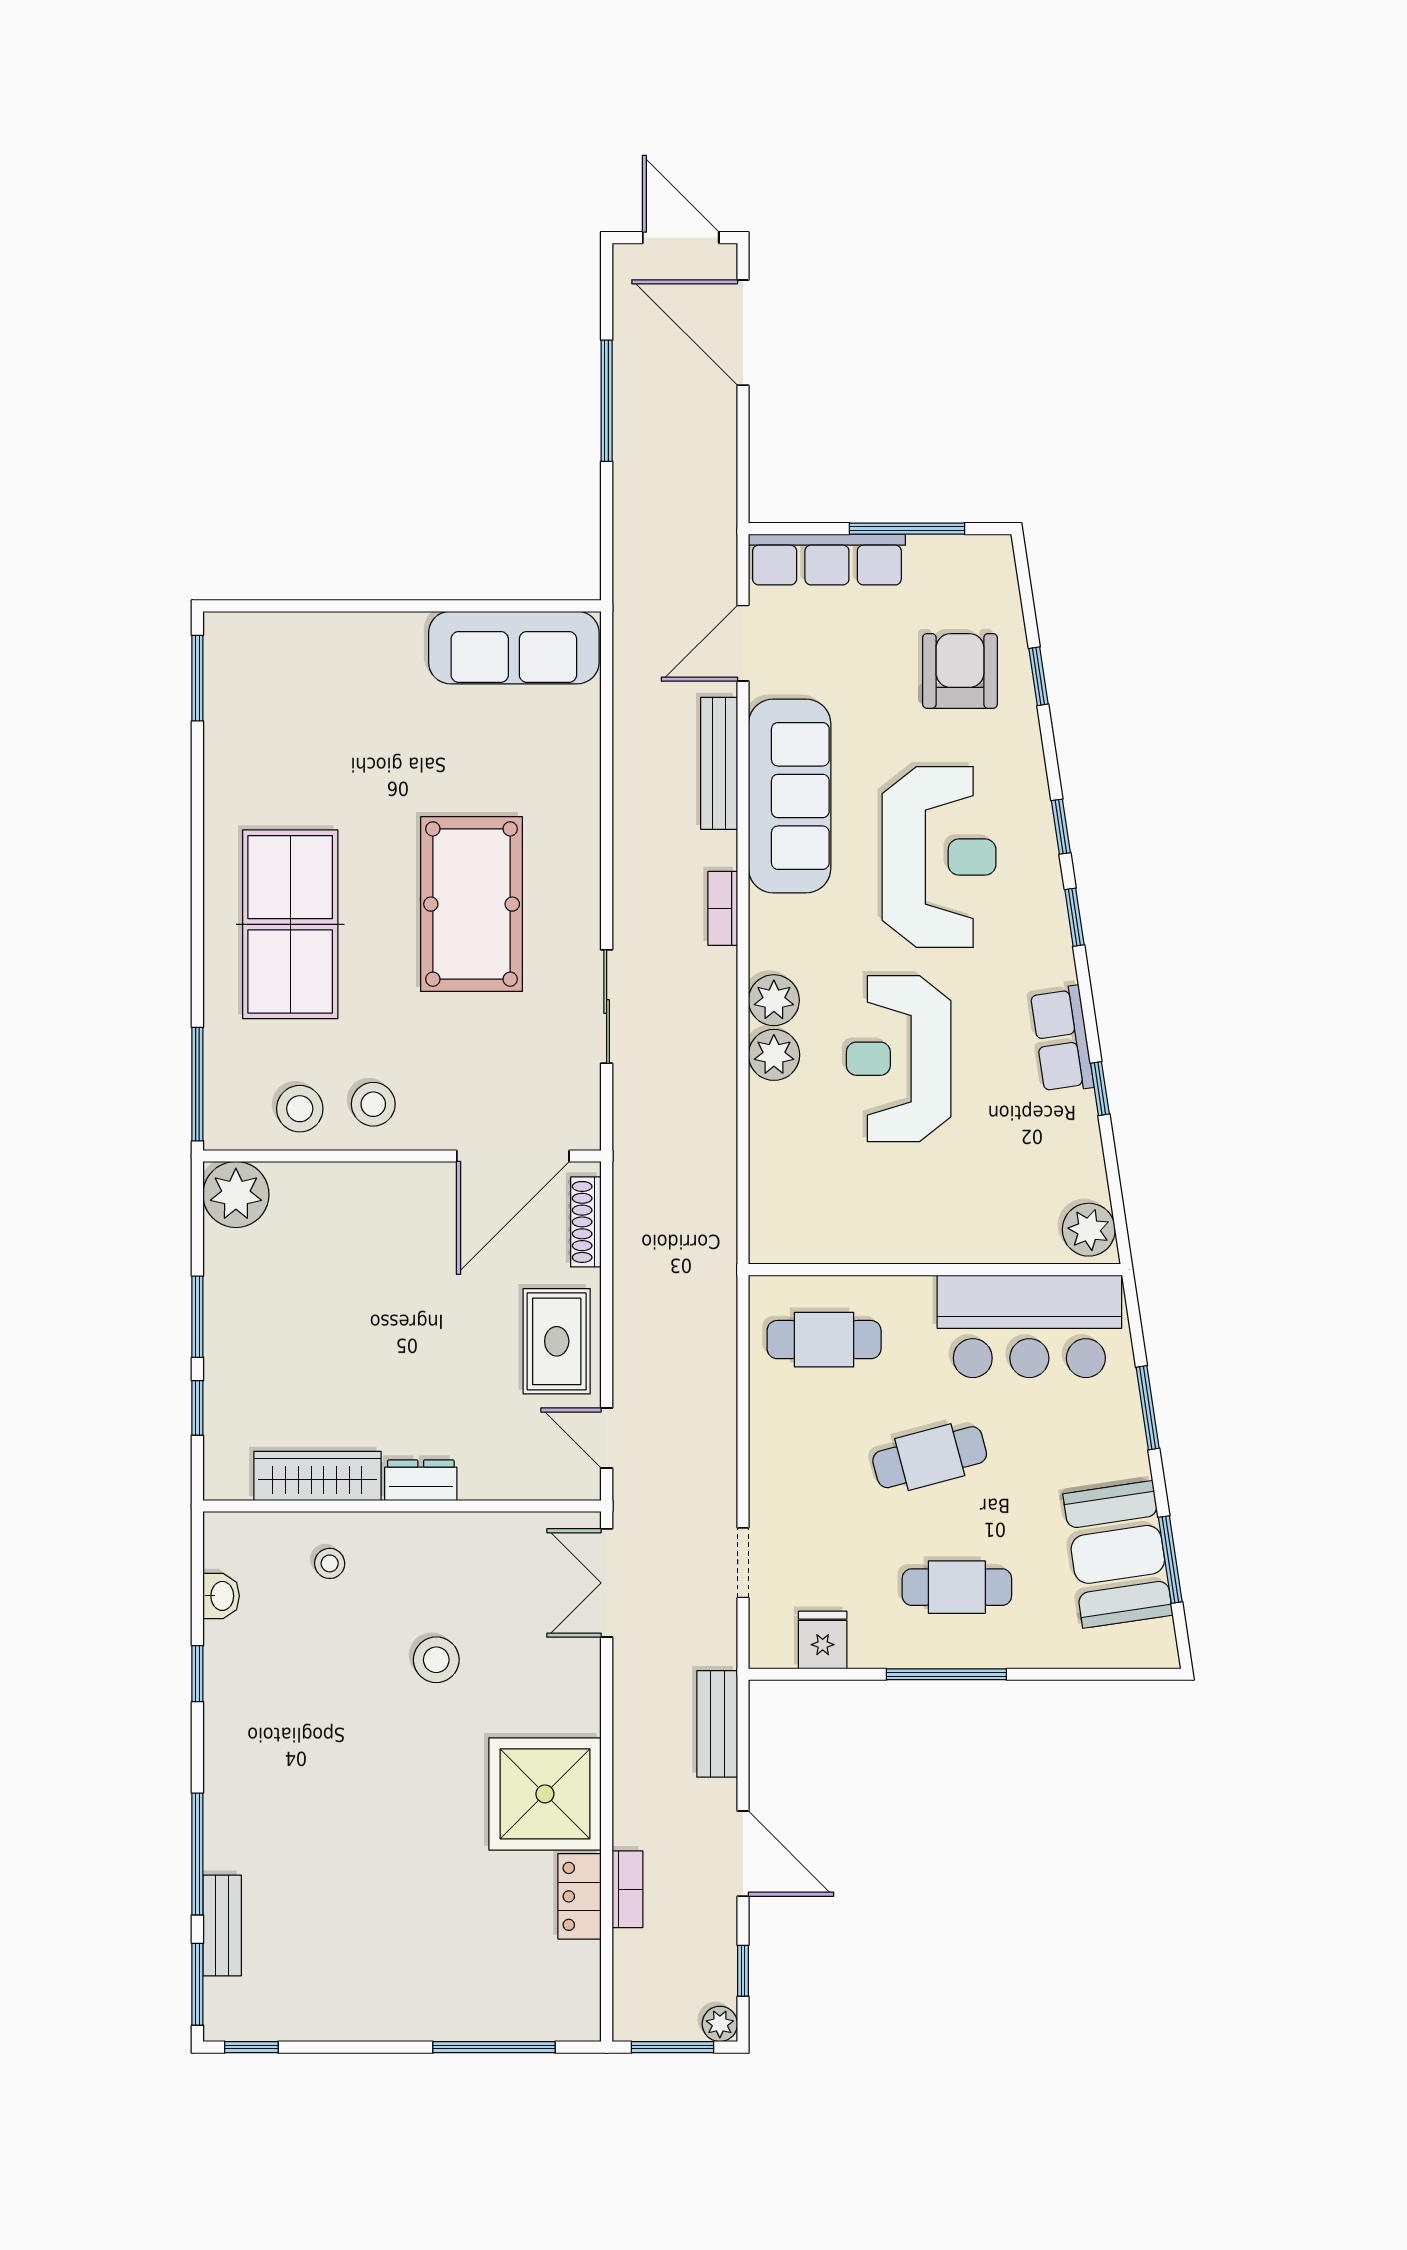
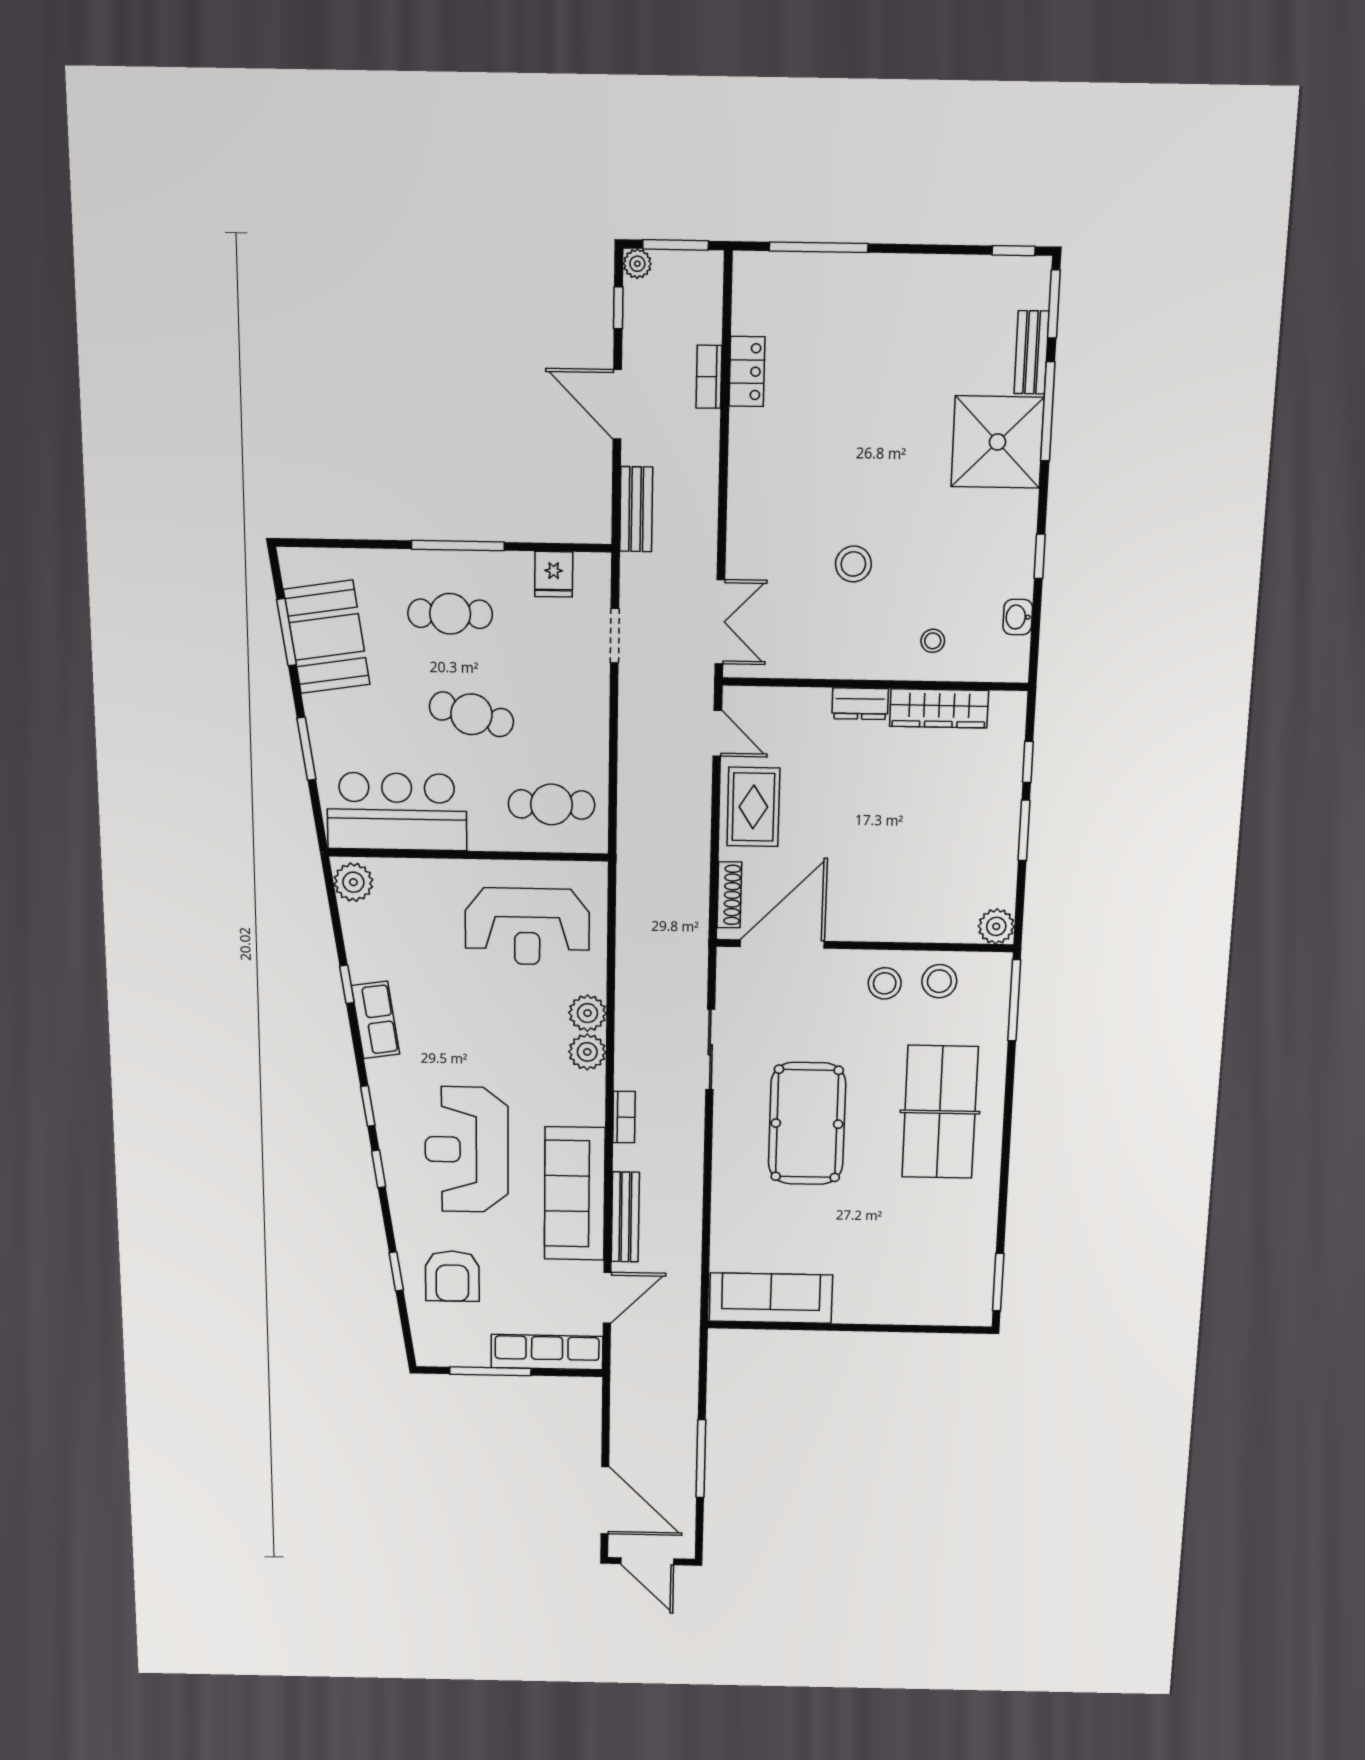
reception desk: (899, 1059) -> (527, 926), moved, turned 90
plant: (236, 1194) -> (996, 926), width x0.73, depth x0.73
cafe table: (930, 1457) -> (471, 714), turned 30
shower: (545, 1794) -> (997, 442), moved

